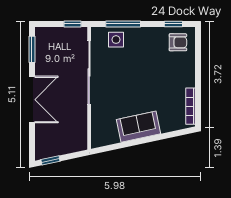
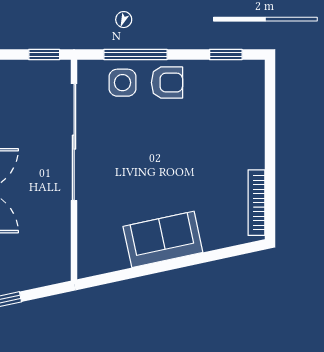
armchair: (178, 42) -> (167, 83), moved

